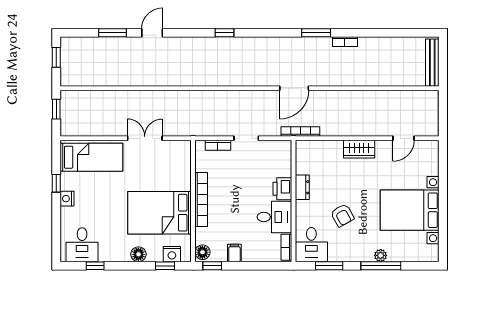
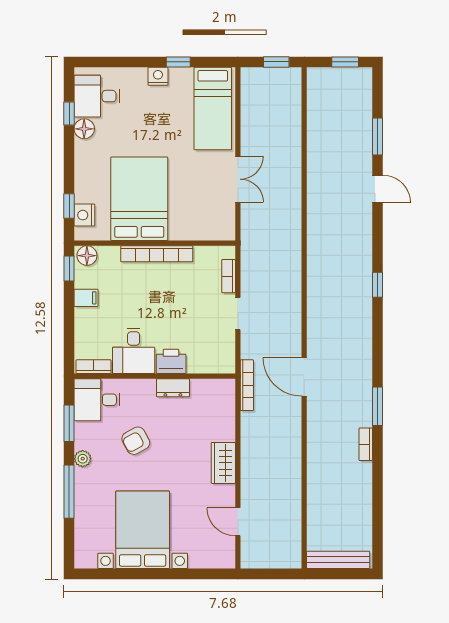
floor lamp: (138, 254) -> (84, 129), moved
plant: (381, 255) -> (83, 459), moved

